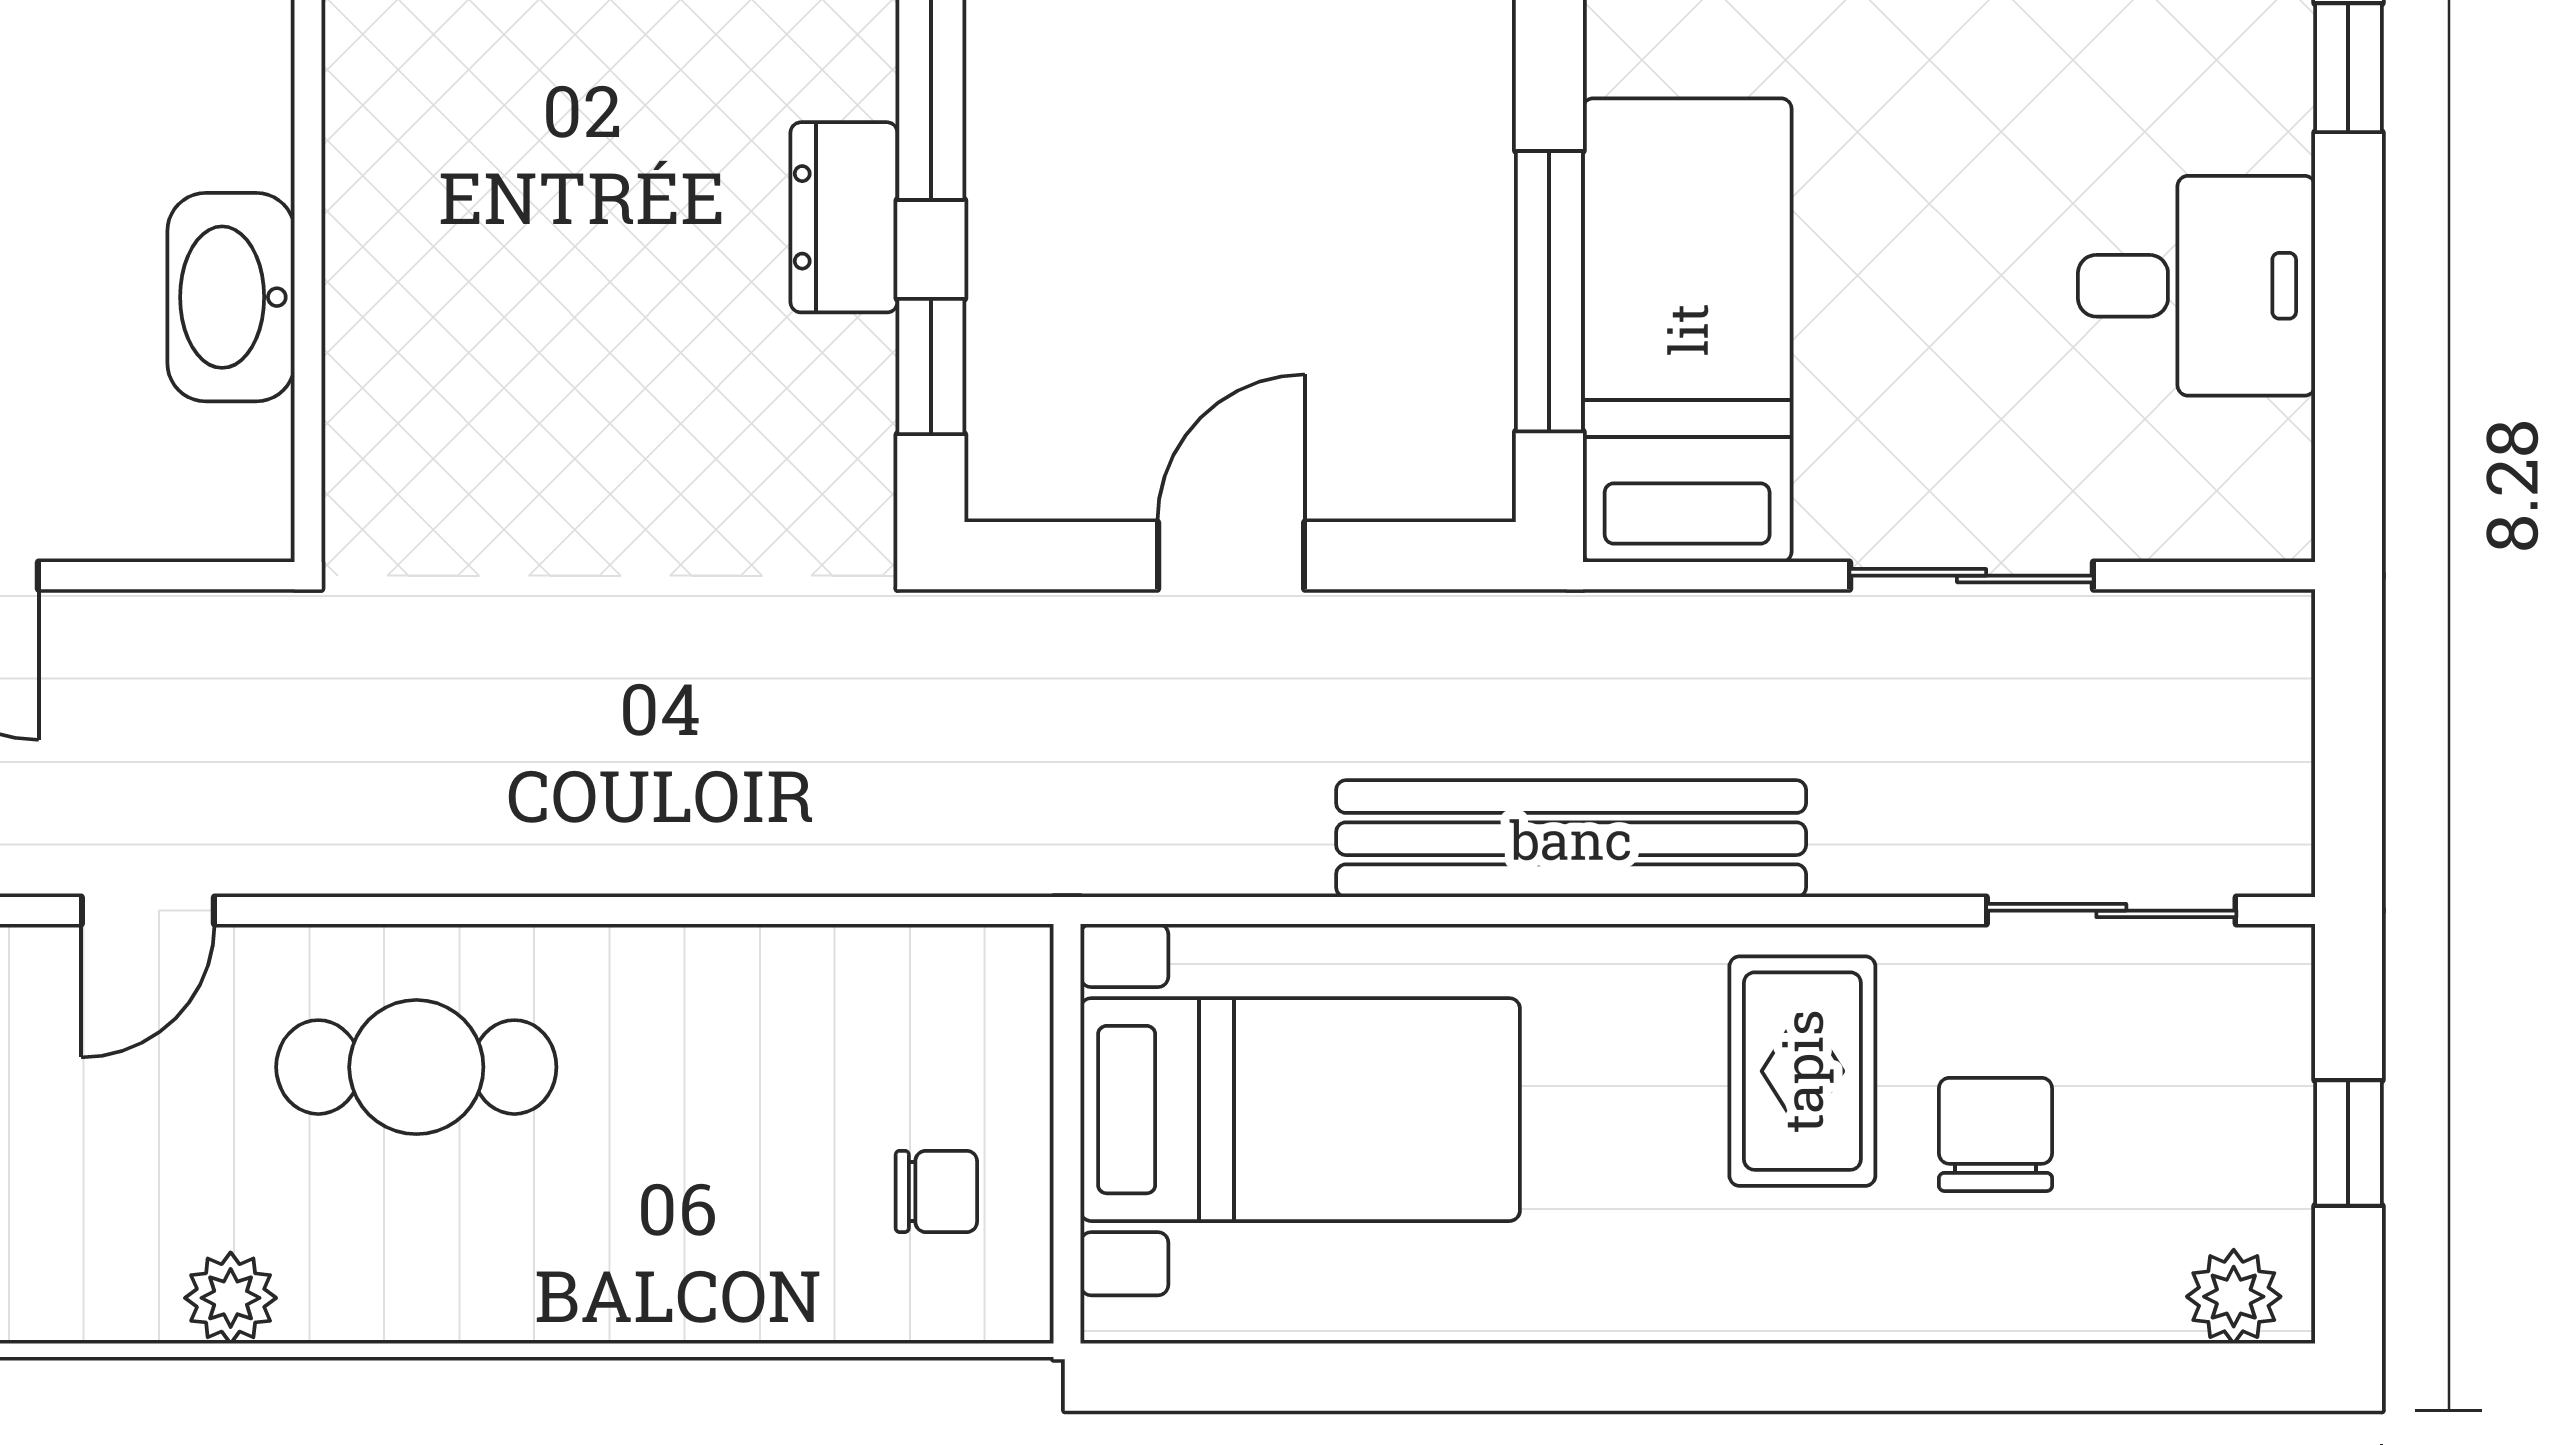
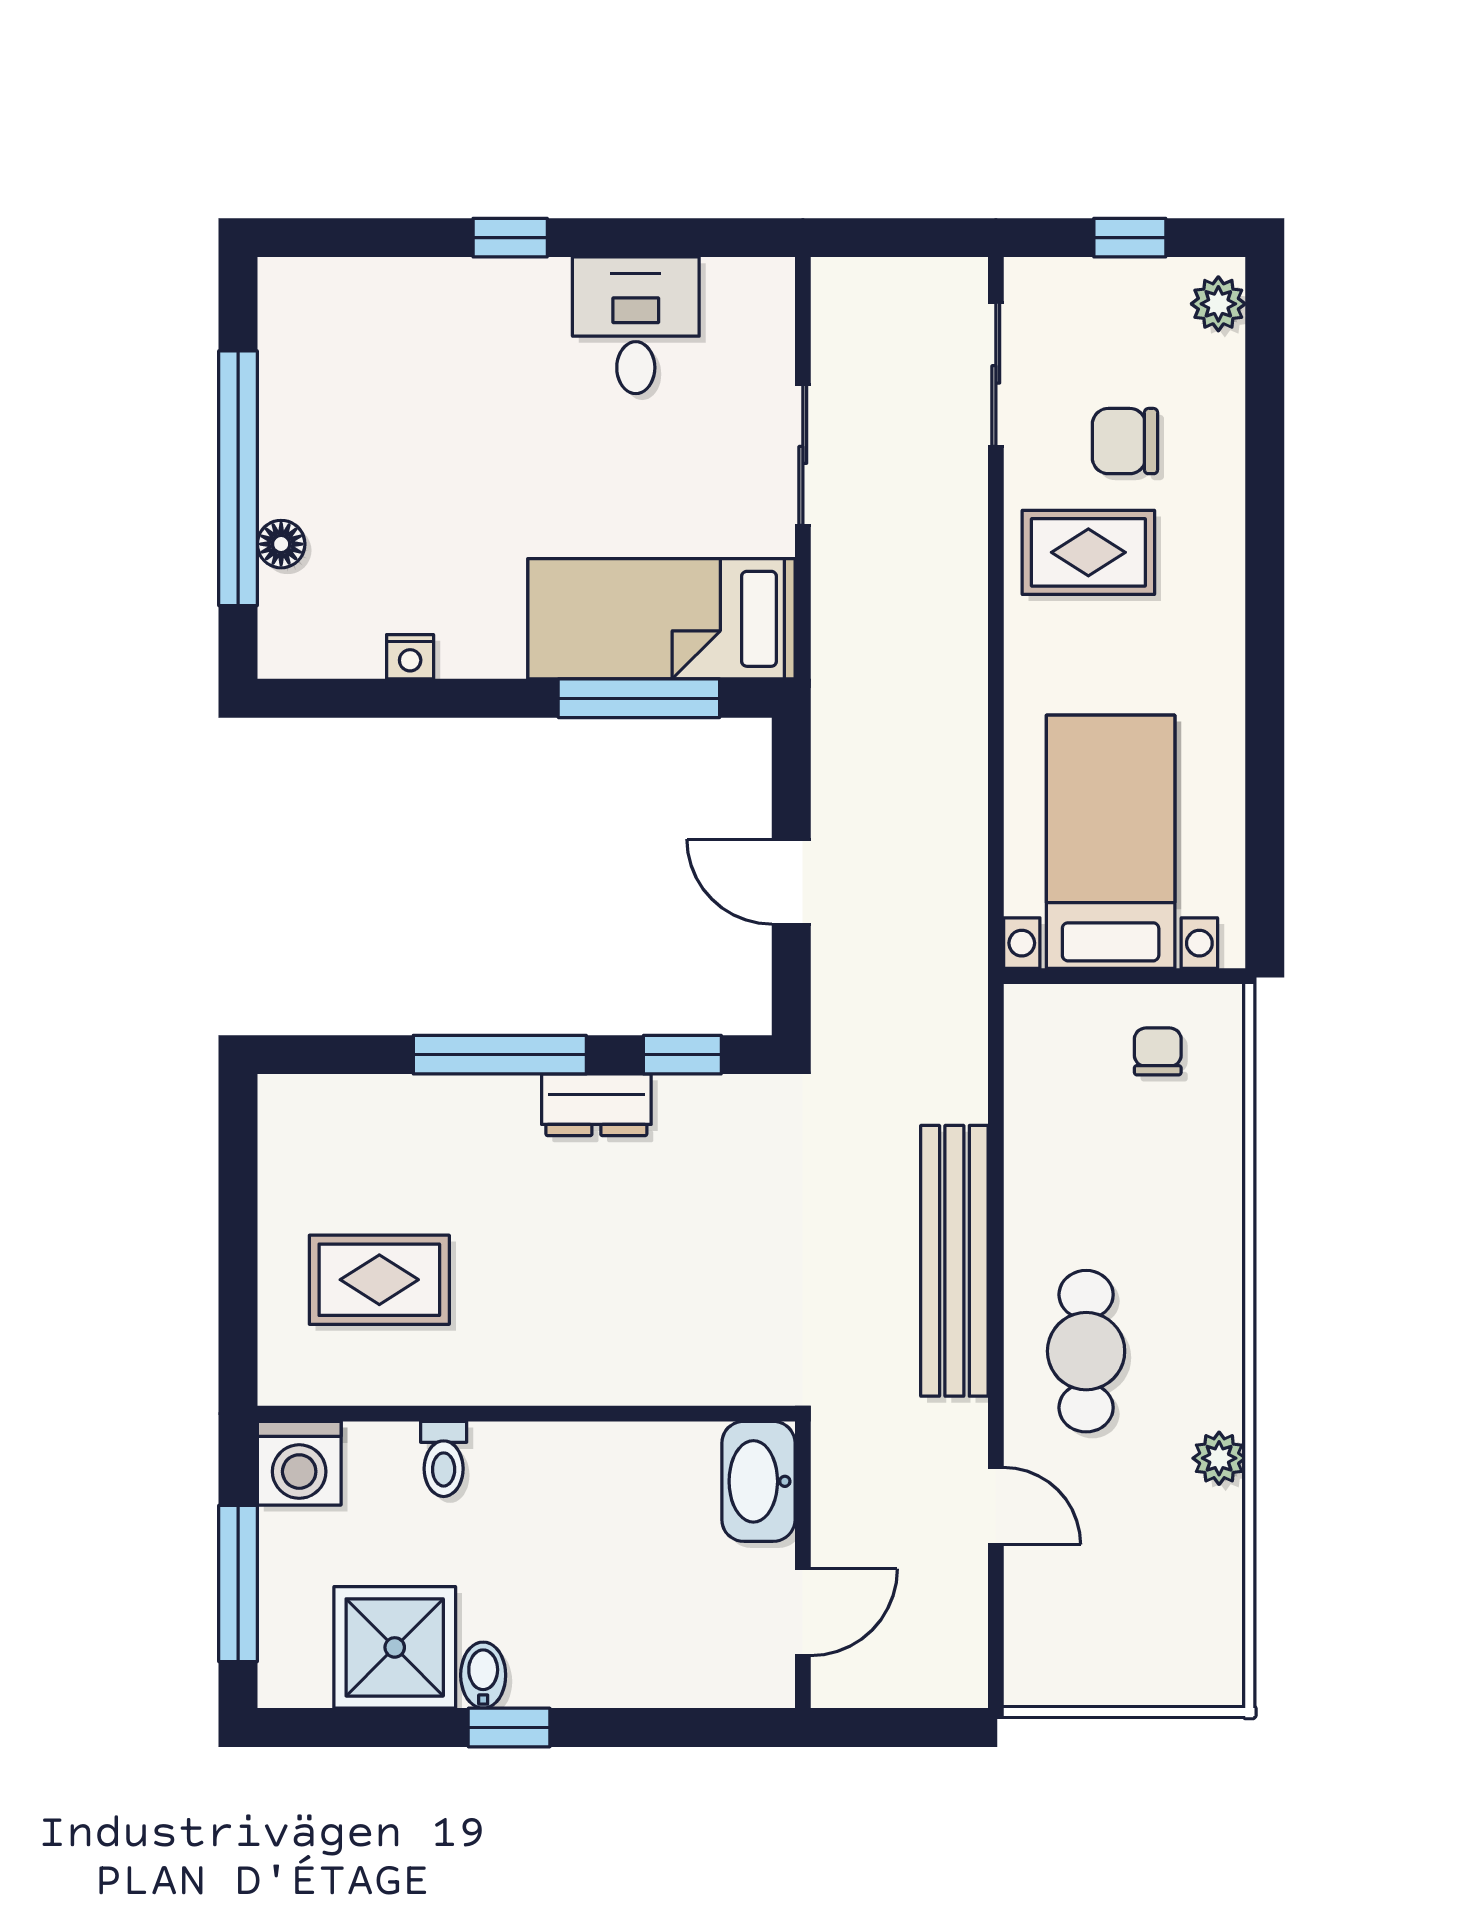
washbasin: (231, 297) -> (758, 1481), moved, turned 90
bench: (1571, 839) -> (954, 1261), moved

